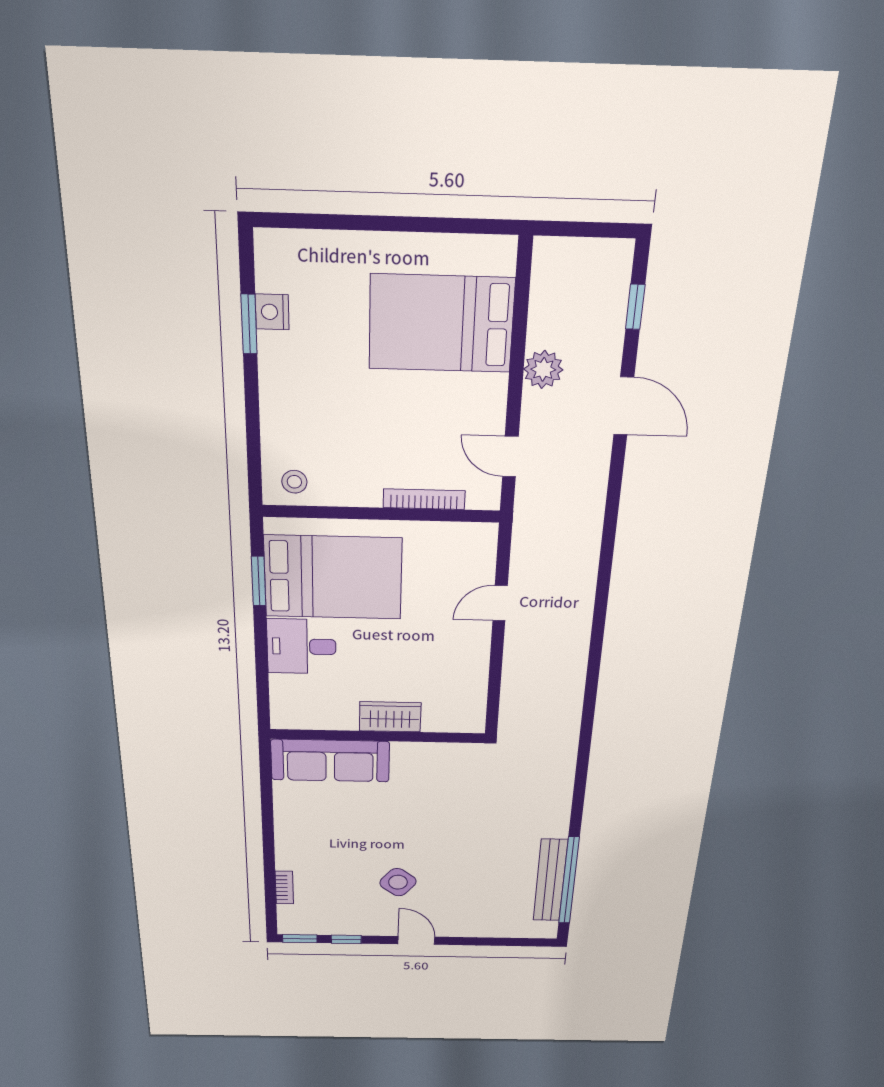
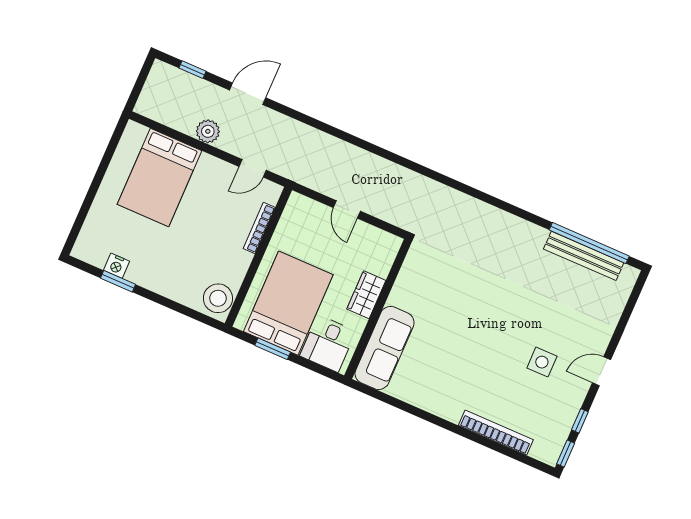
stool: (294, 482) -> (218, 298), width x1.89, depth x1.89
wardrobe: (390, 717) -> (366, 295), moved
wall: (378, 736) -> (378, 309), moved
sofa: (330, 761) -> (385, 348), moved
side table: (398, 882) -> (542, 362), turned -38
bookcase: (284, 888) -> (496, 433), width x2.31, depth x1.31

